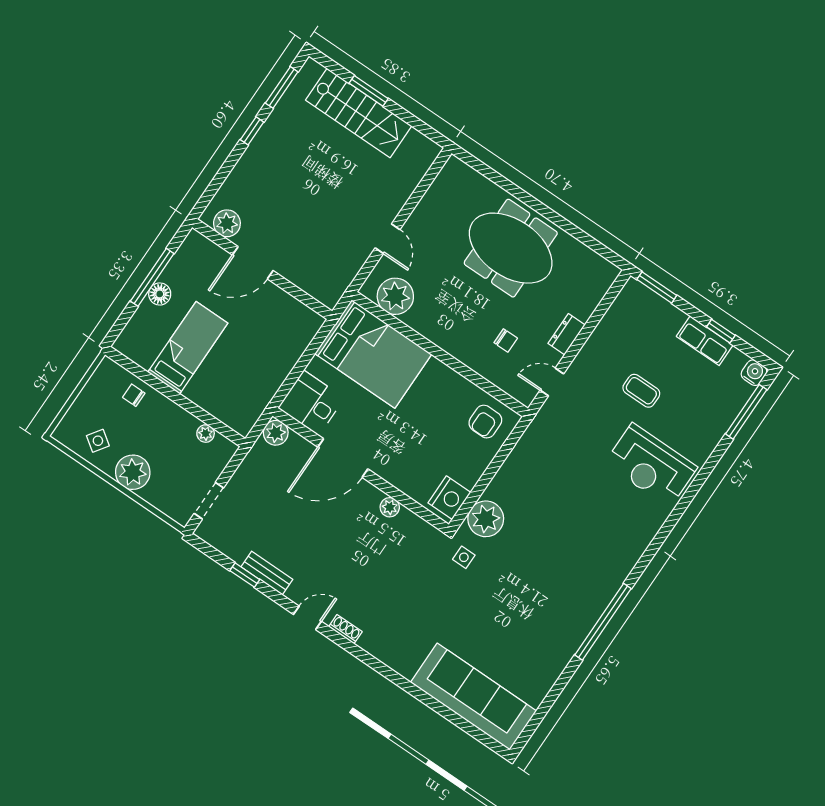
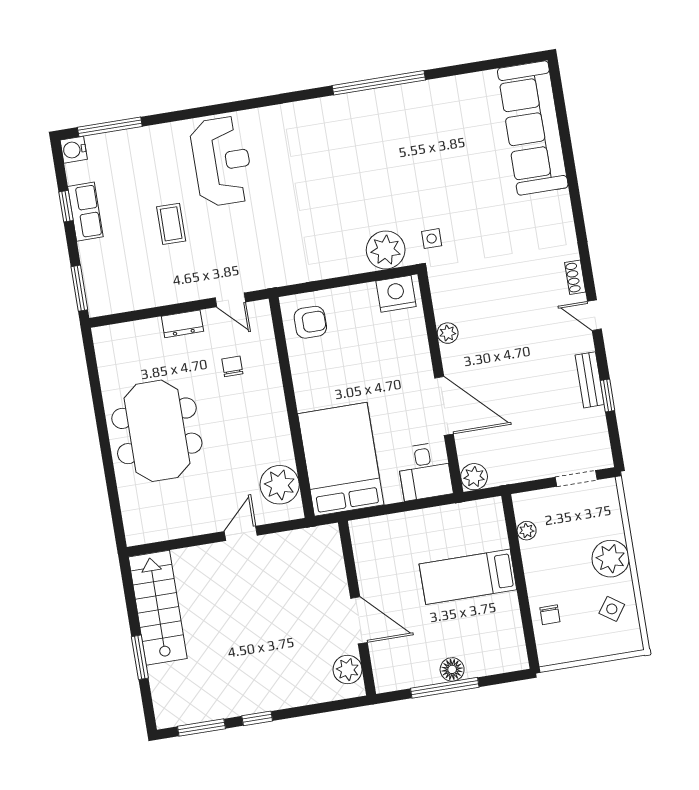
stairs: (359, 113) -> (158, 608), moved
bed: (188, 348) -> (468, 577), moved

